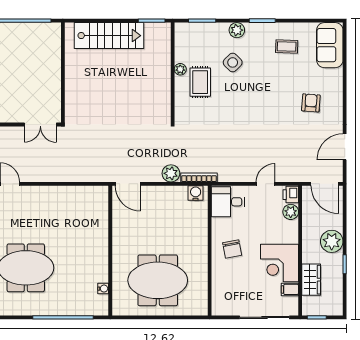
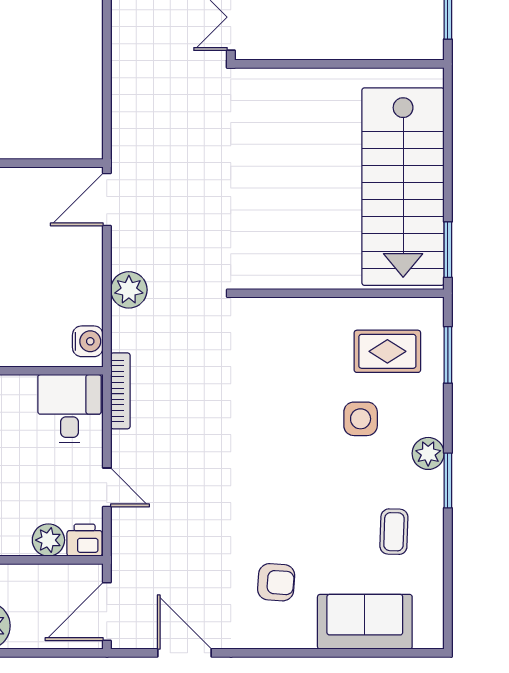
plant: (237, 30) -> (428, 453), moved
stairs: (109, 36) -> (403, 187), width x1.36, depth x1.51
sofa: (330, 45) -> (365, 622), moved
side table: (233, 62) -> (361, 419), turned 45
plant: (180, 69) -> (346, 309), removed
rug: (200, 82) -> (387, 351), moved
bookcase: (199, 177) -> (120, 391), moved

